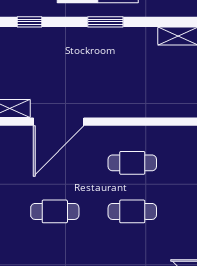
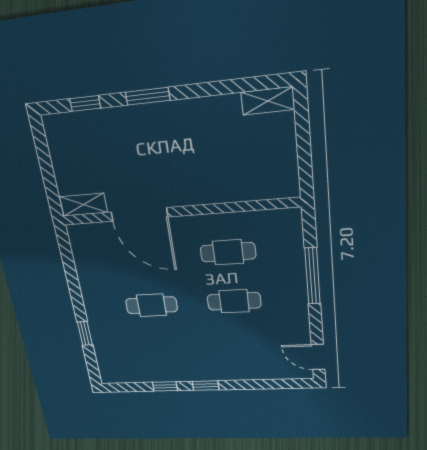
window: (105, 22) -> (148, 96), moved
door: (59, 122) -> (139, 215), hinge flipped

